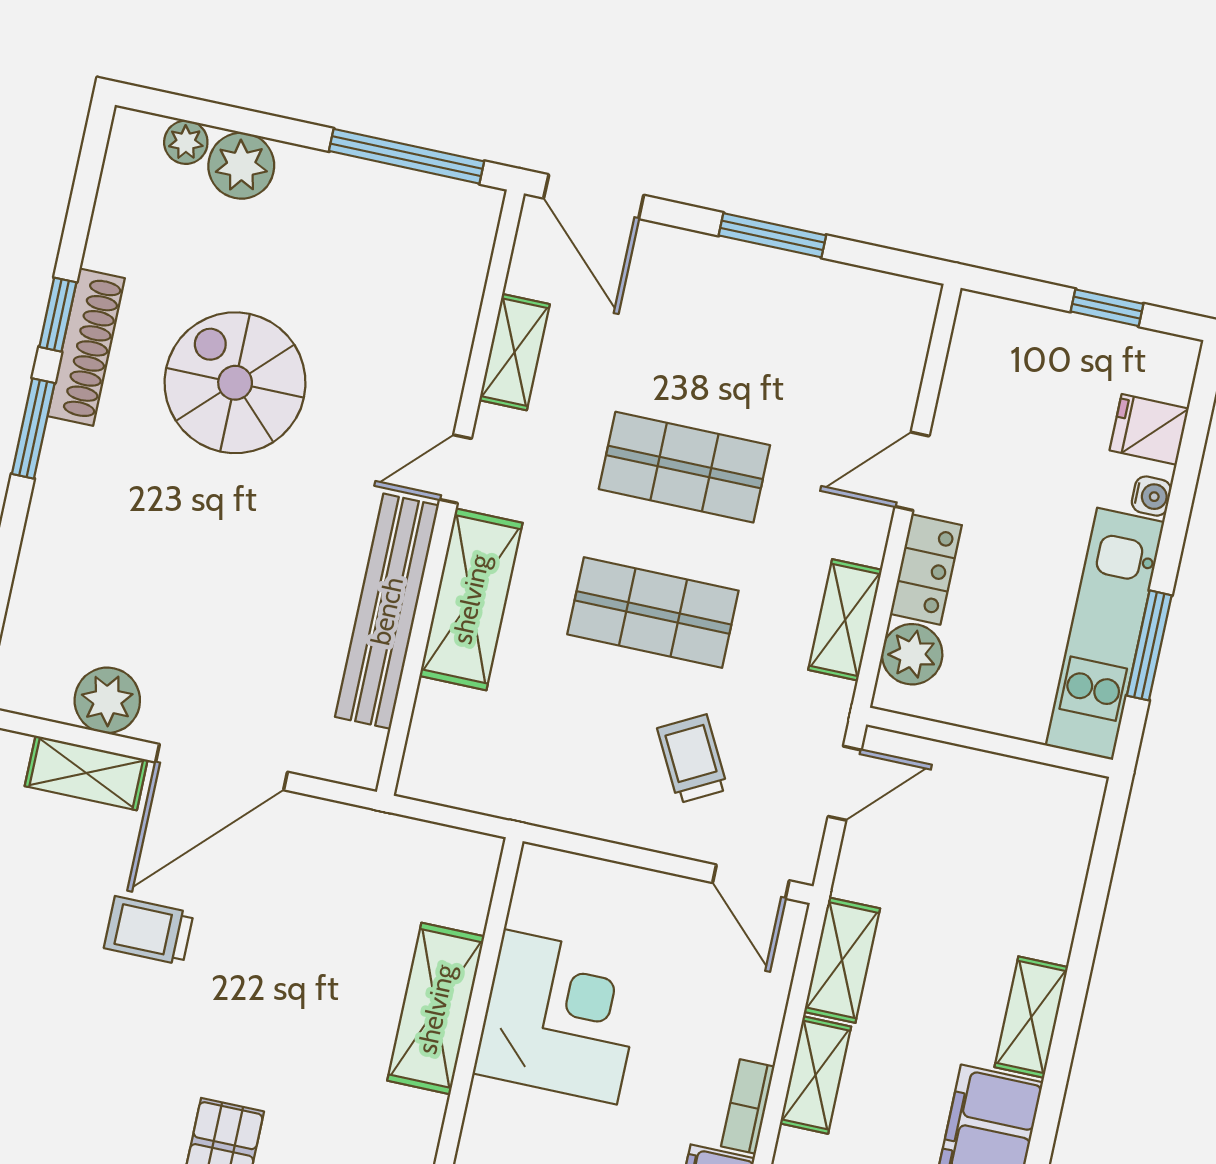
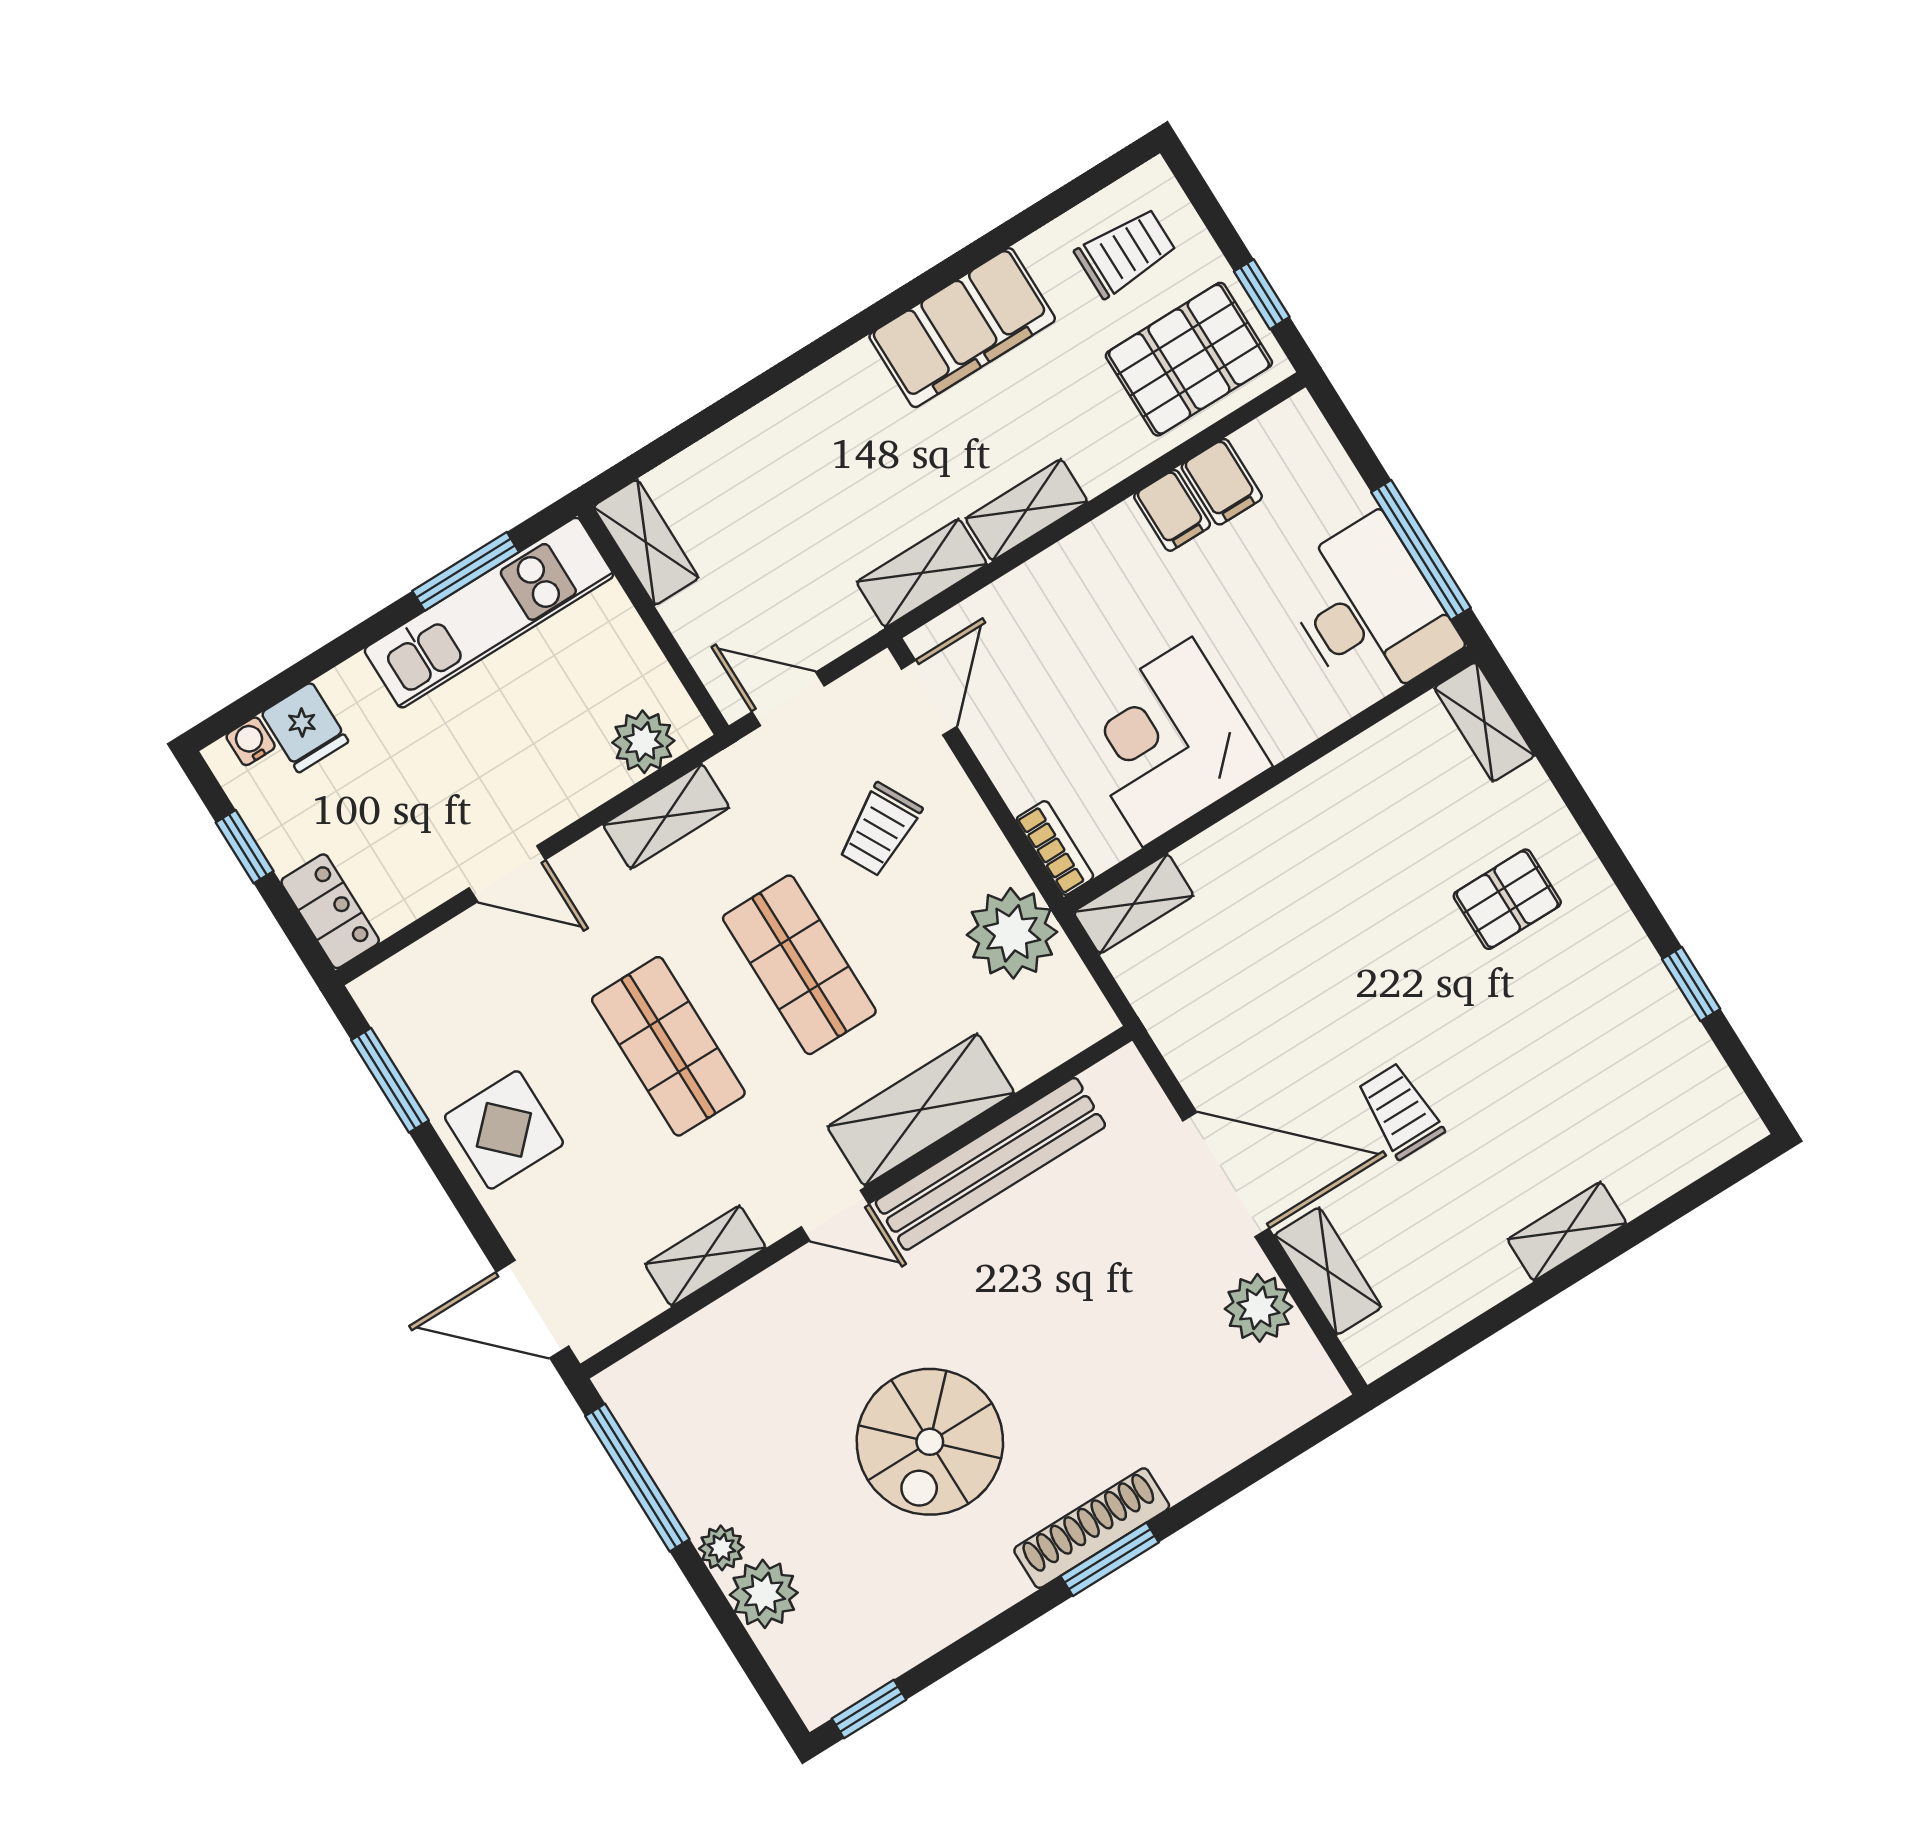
plant: (186, 142) -> (721, 1548), moved
door: (594, 197) -> (532, 1309), swing flipped
window: (772, 235) -> (390, 1080), moved
display table: (737, 297) -> (504, 1130), added
window: (58, 315) -> (869, 1709), moved
shoe rack: (86, 347) -> (1092, 1528), moved
water cooler: (1151, 496) -> (251, 741), moved
locker: (926, 569) -> (330, 911), moved, turned 90
plant: (532, 781) -> (1012, 933), added
trolley: (149, 931) -> (1400, 1111), turned 180
shelving: (436, 1009) -> (1134, 904), moved, width x0.67, depth x0.75
shelving: (1031, 1017) -> (646, 542), moved, turned 90
bookcase: (748, 1107) -> (1055, 848), moved, turned -90

